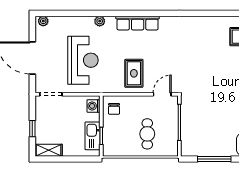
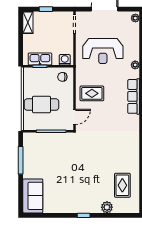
door: (162, 94) -> (74, 117), hinge flipped
cafe table: (147, 134) -> (42, 105), width x1.37, depth x1.35

